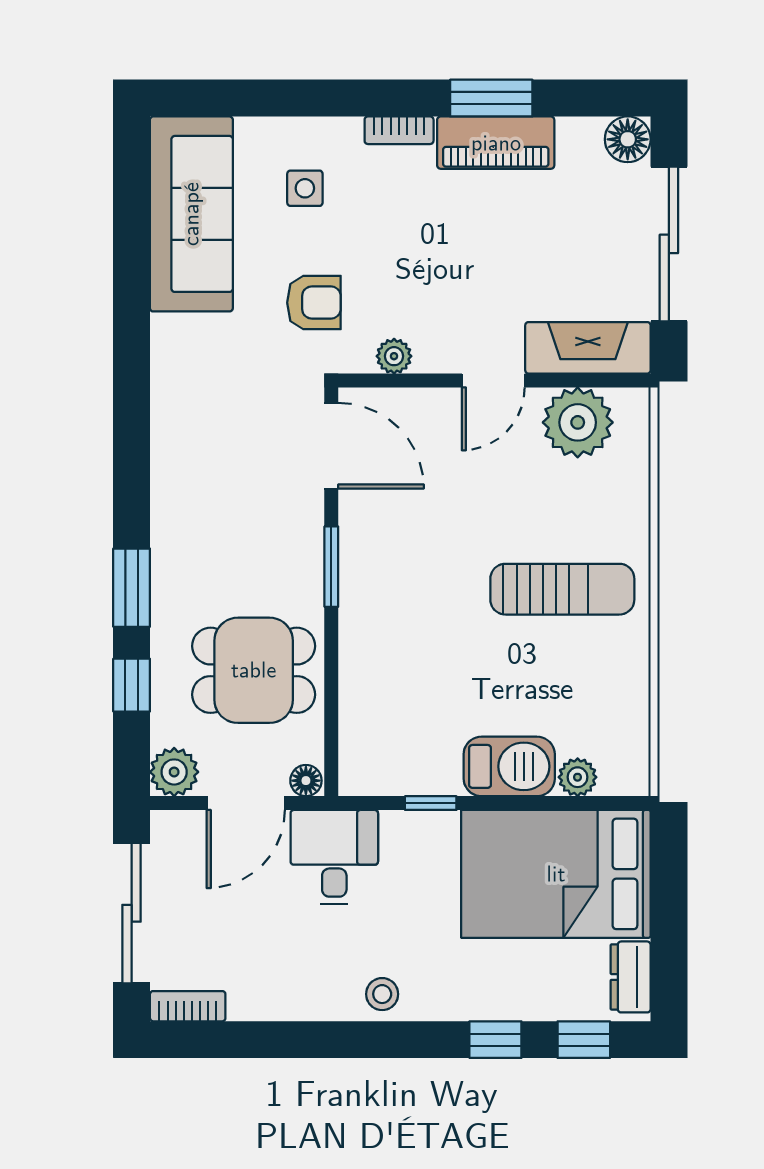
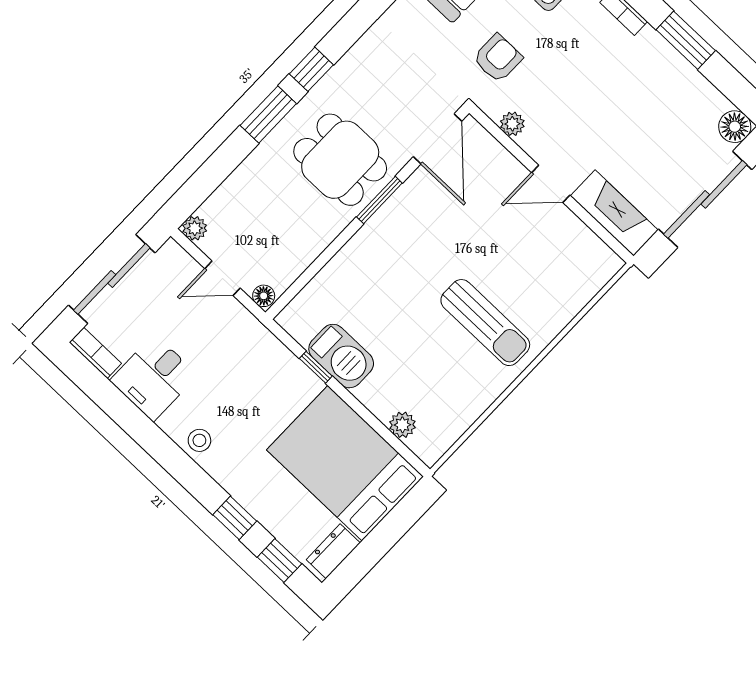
piano: (496, 143) -> (666, 65), removed
armchair: (314, 303) -> (498, 58), turned -90
plant: (578, 422) -> (573, 246), removed
dining table: (254, 670) -> (340, 160), moved
window: (132, 685) -> (311, 69), moved
barbecue: (509, 766) -> (341, 356), moved
plant: (174, 772) -> (195, 228), width x0.73, depth x0.73
door: (246, 803) -> (222, 278), width x0.73
desk: (334, 857) -> (154, 378), moved, turned 180

